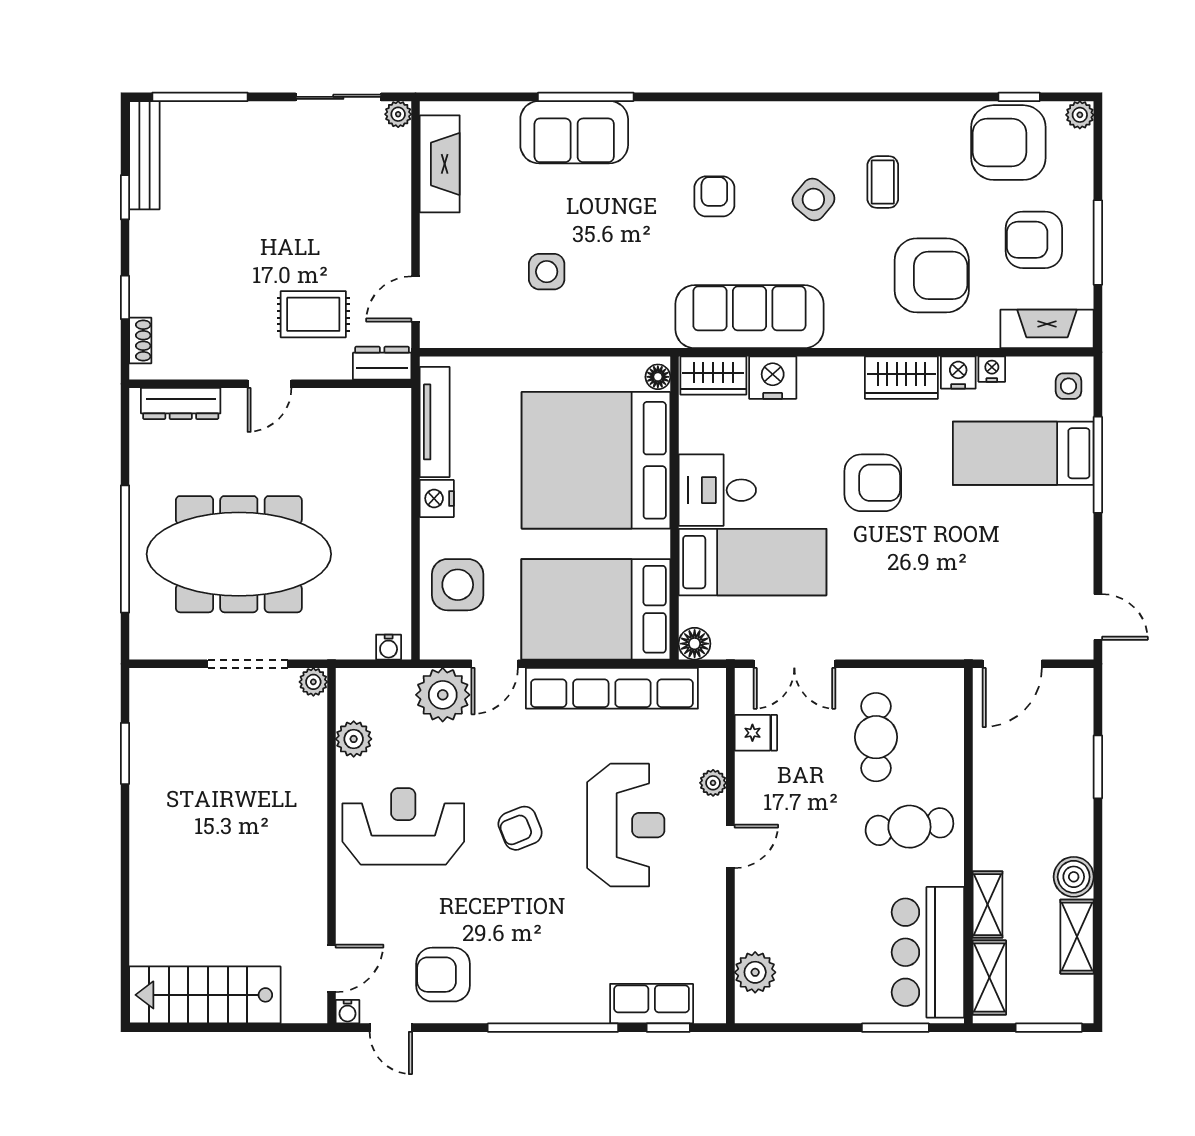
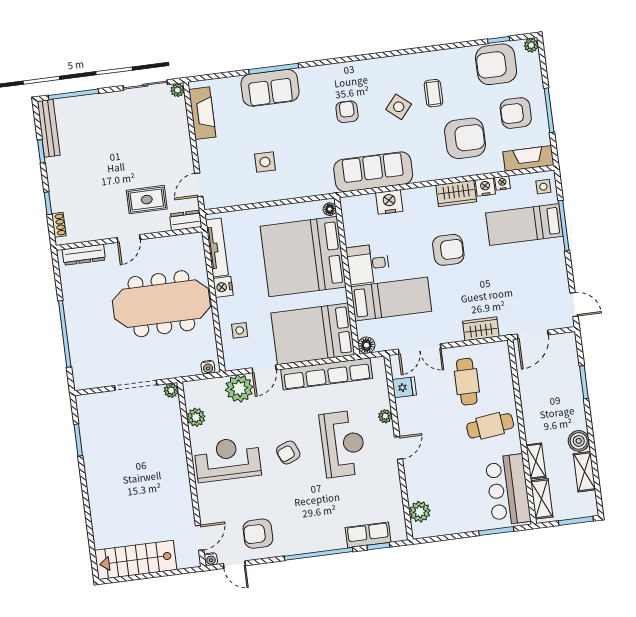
wardrobe: (713, 376) -> (481, 329), moved, turned 180
meeting table: (239, 554) -> (161, 304), moved
side table: (458, 585) -> (240, 330), width x0.54, depth x0.54

